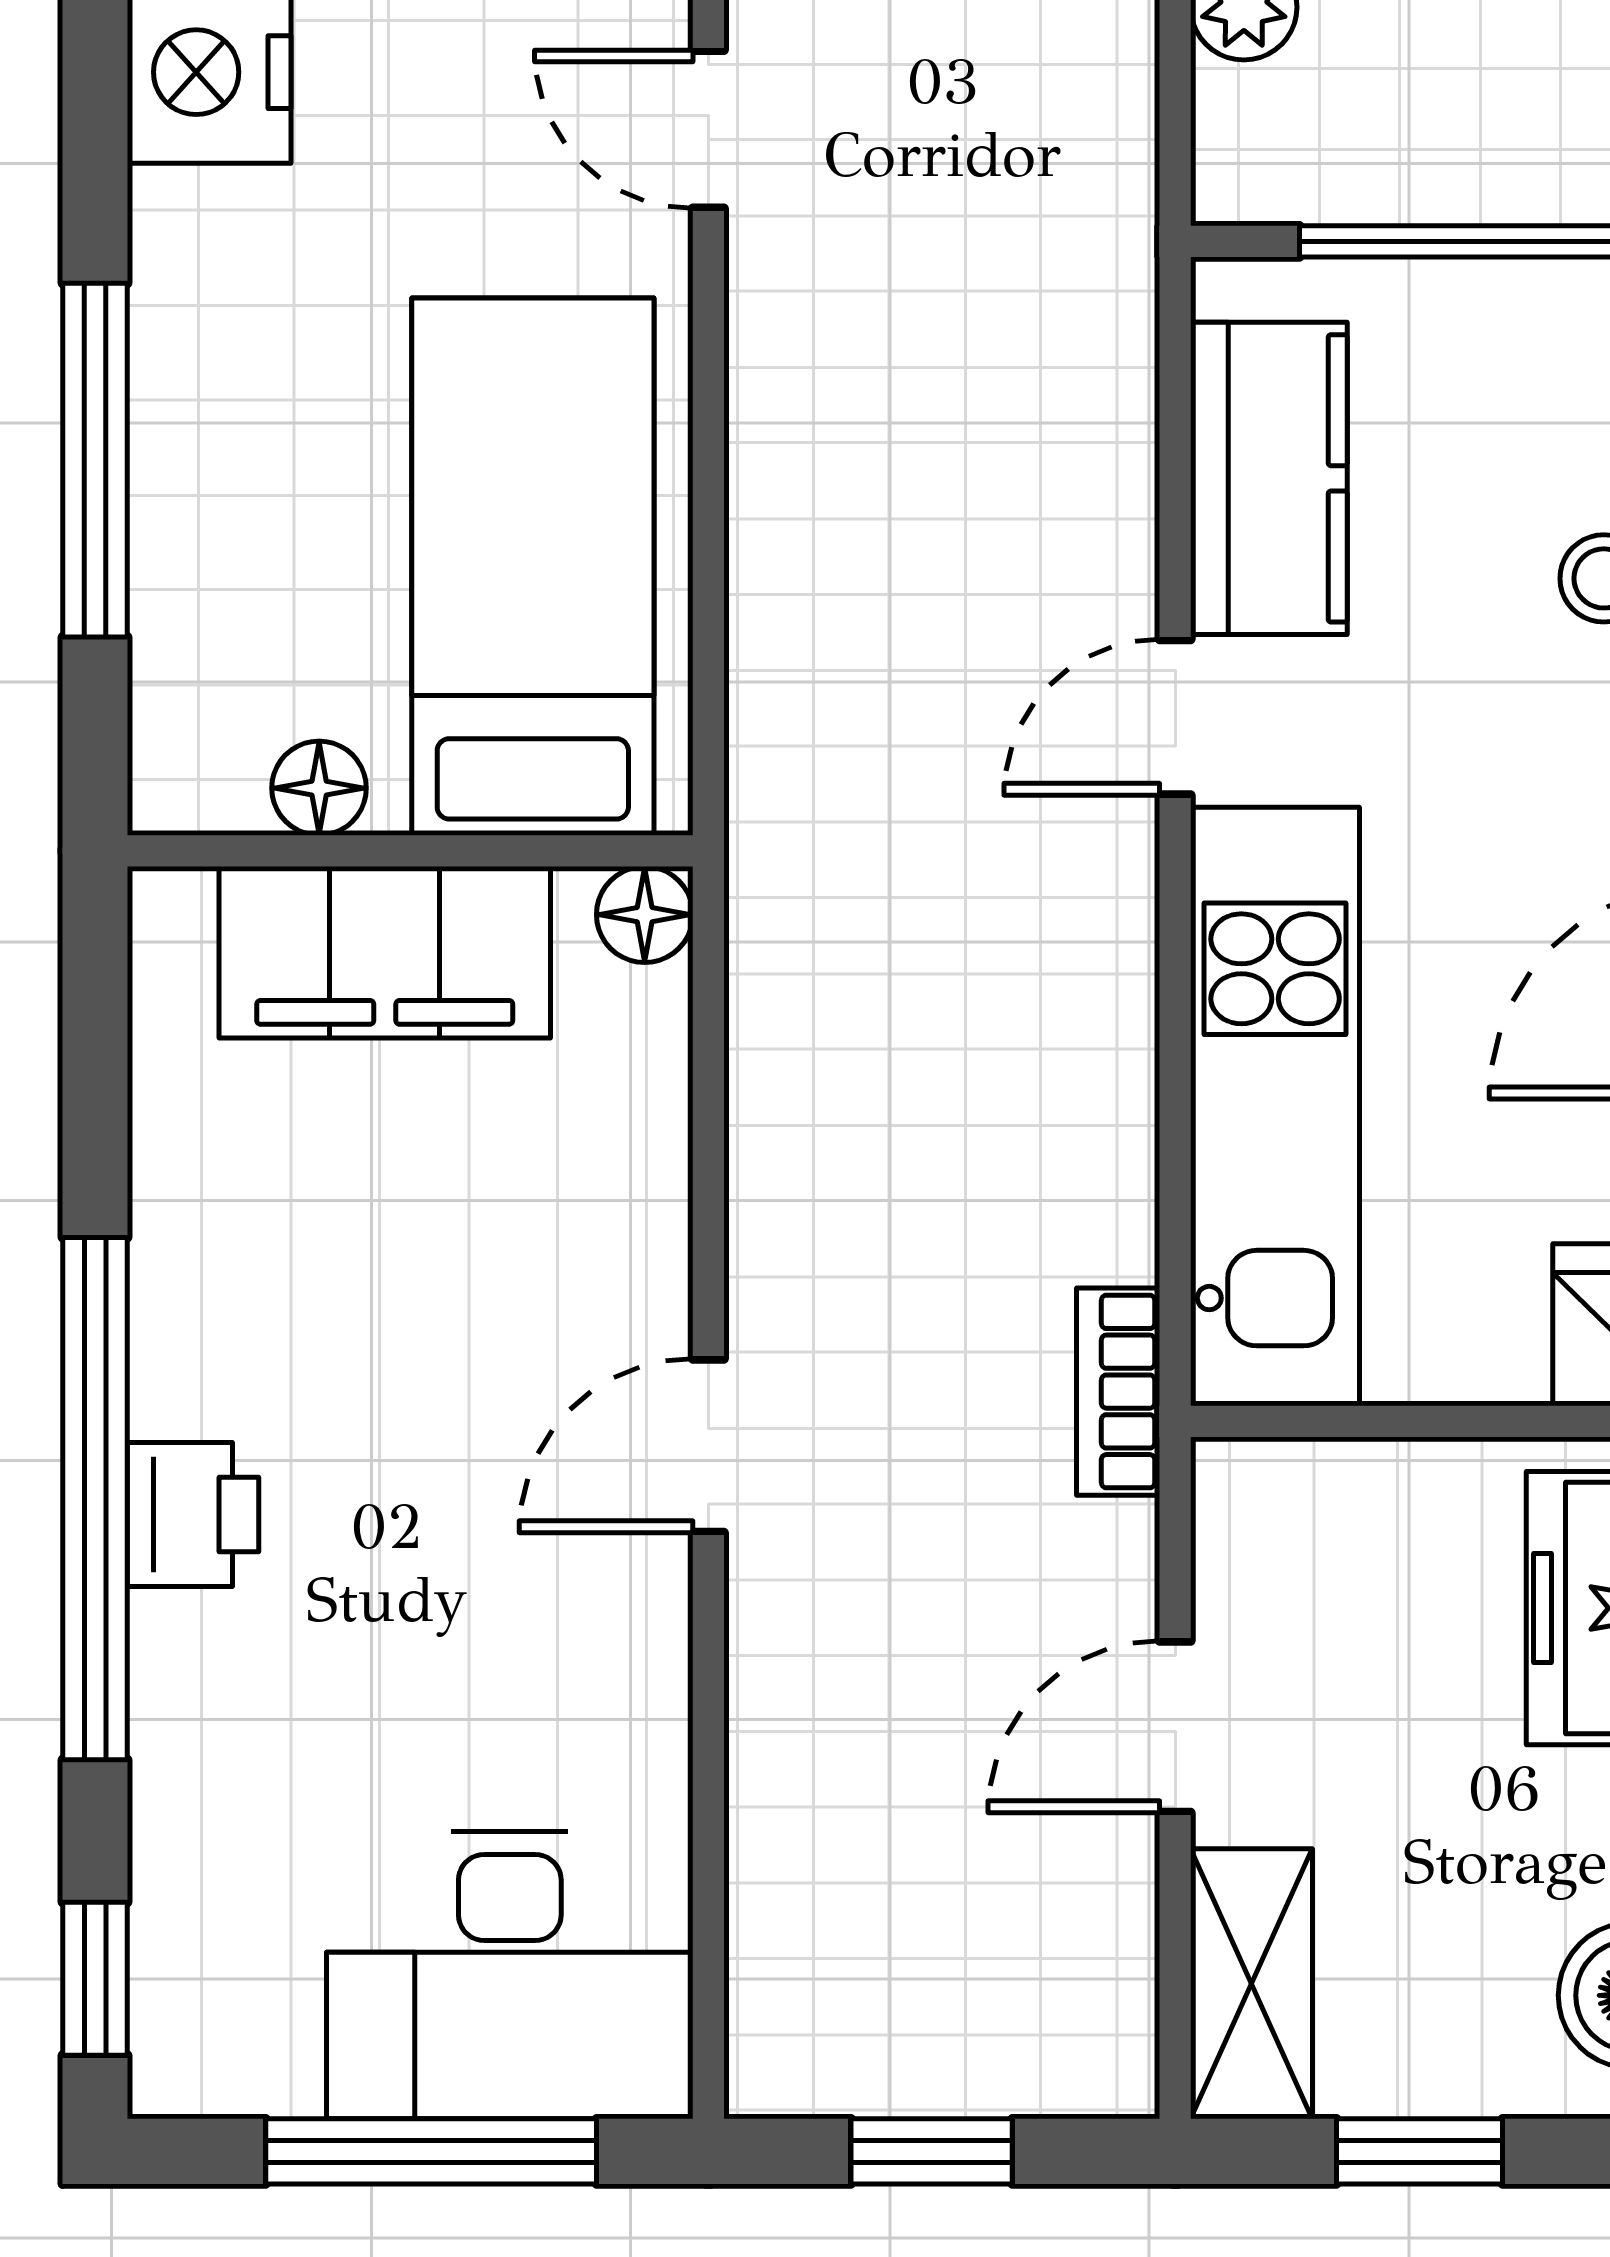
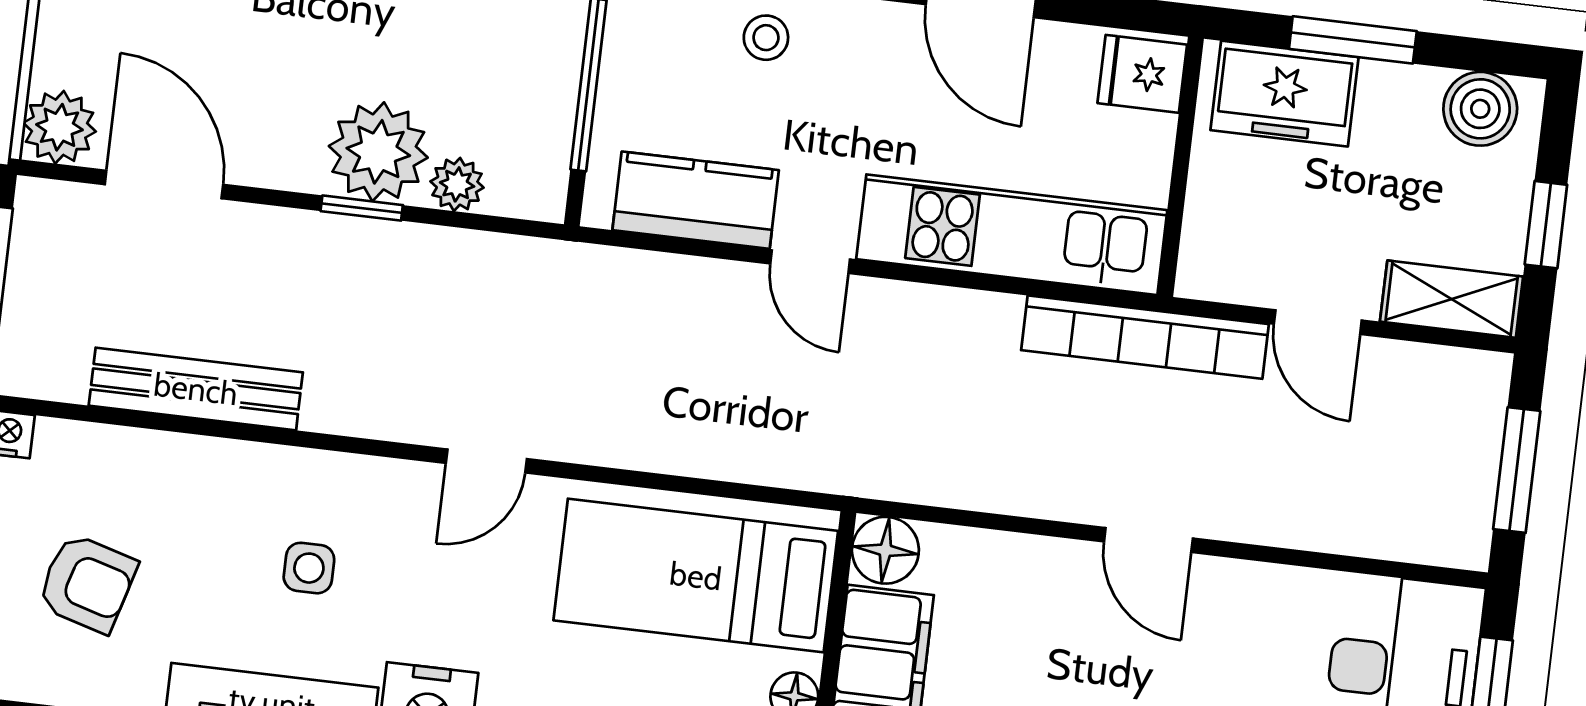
floor lamp: (645, 915) -> (885, 550), width x1.37, depth x1.37
bookcase: (1118, 1392) -> (1145, 337), width x2.31, depth x1.31
window: (932, 2151) -> (1517, 470), width x1.50

